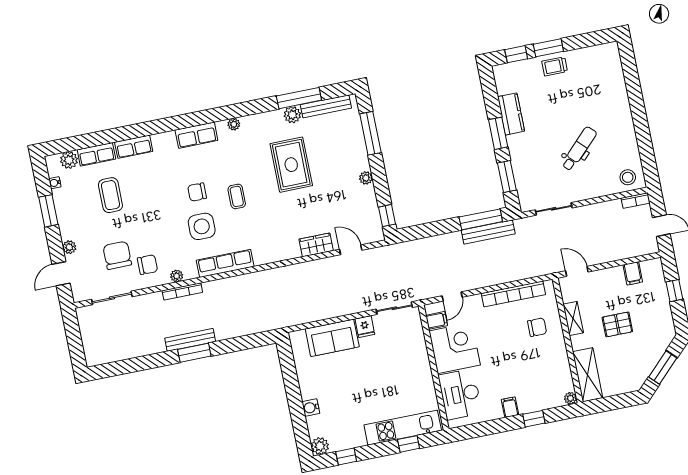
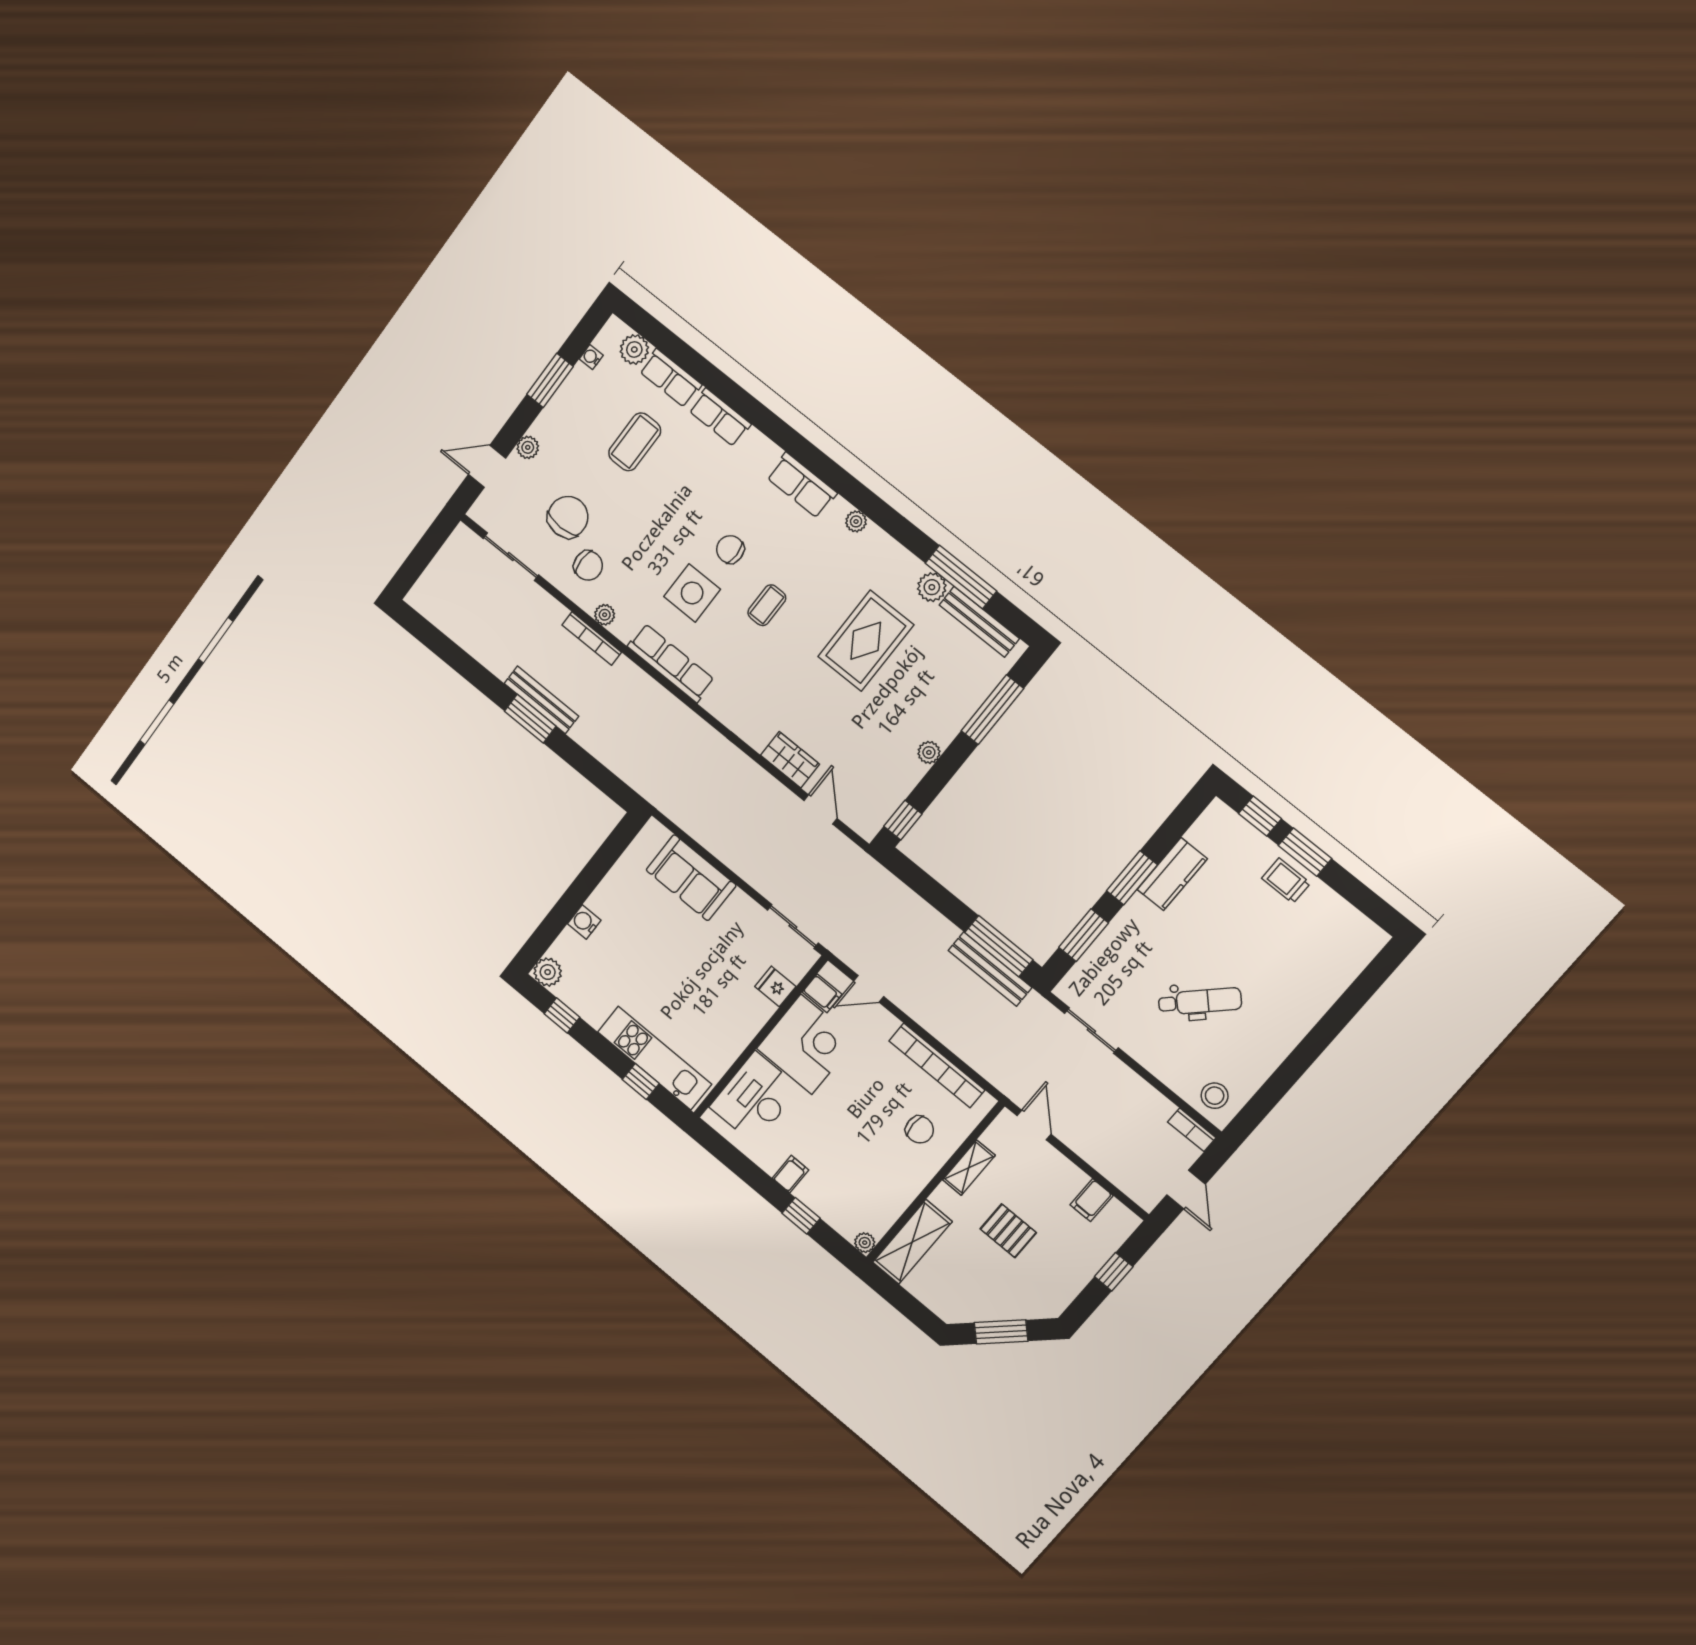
fridge: (365, 327) -> (775, 986), moved, turned 90

